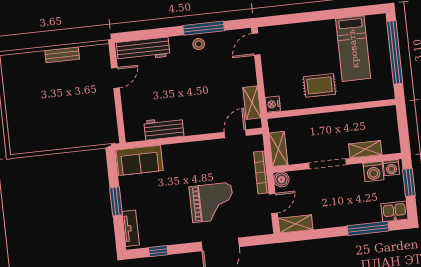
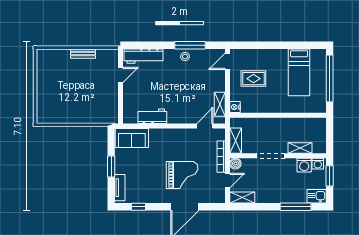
rug: (320, 85) -> (253, 79), moved

